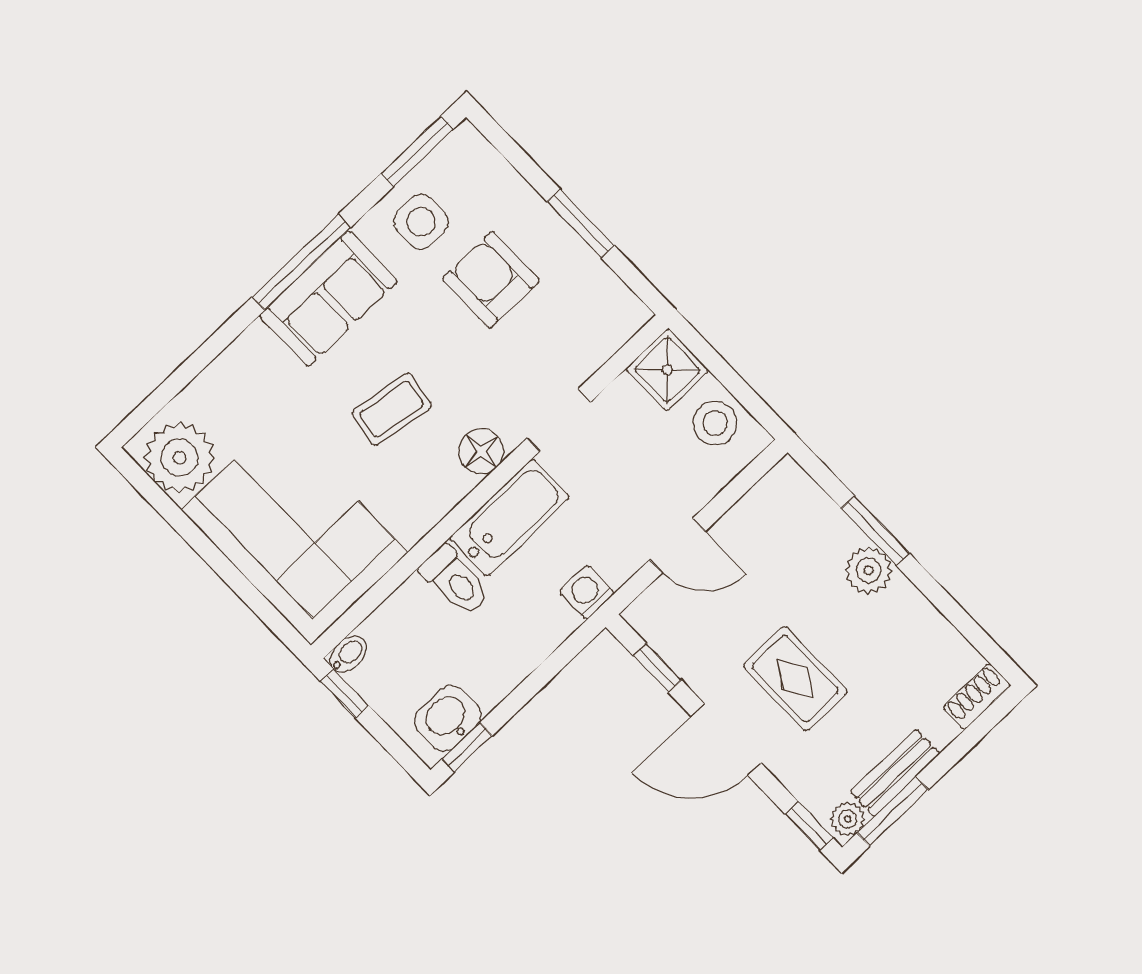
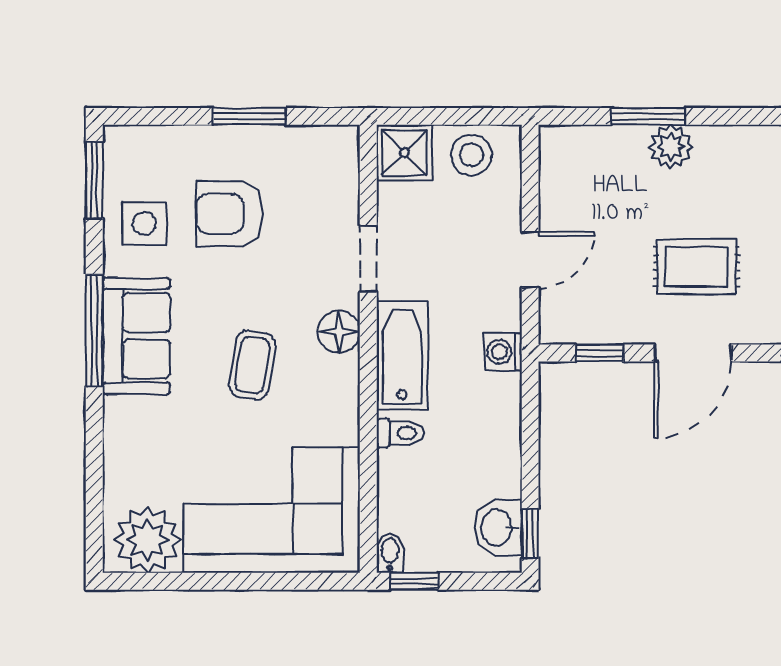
toilet: (455, 580) -> (400, 433), width x0.73, depth x0.72

